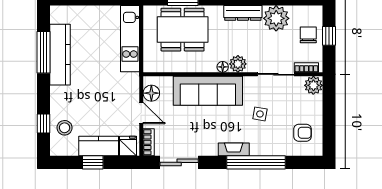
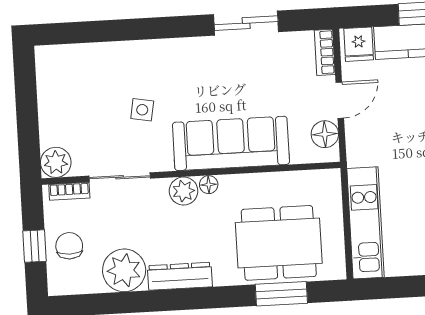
chair: (308, 35) -> (69, 246), turned 180
door: (141, 113) -> (340, 100), swing flipped
armchair: (303, 133) -> (70, 82), removed
fireplace: (234, 149) -> (183, 48), removed
sliding door: (179, 162) -> (246, 23), moved
window: (256, 162) -> (144, 29), removed

